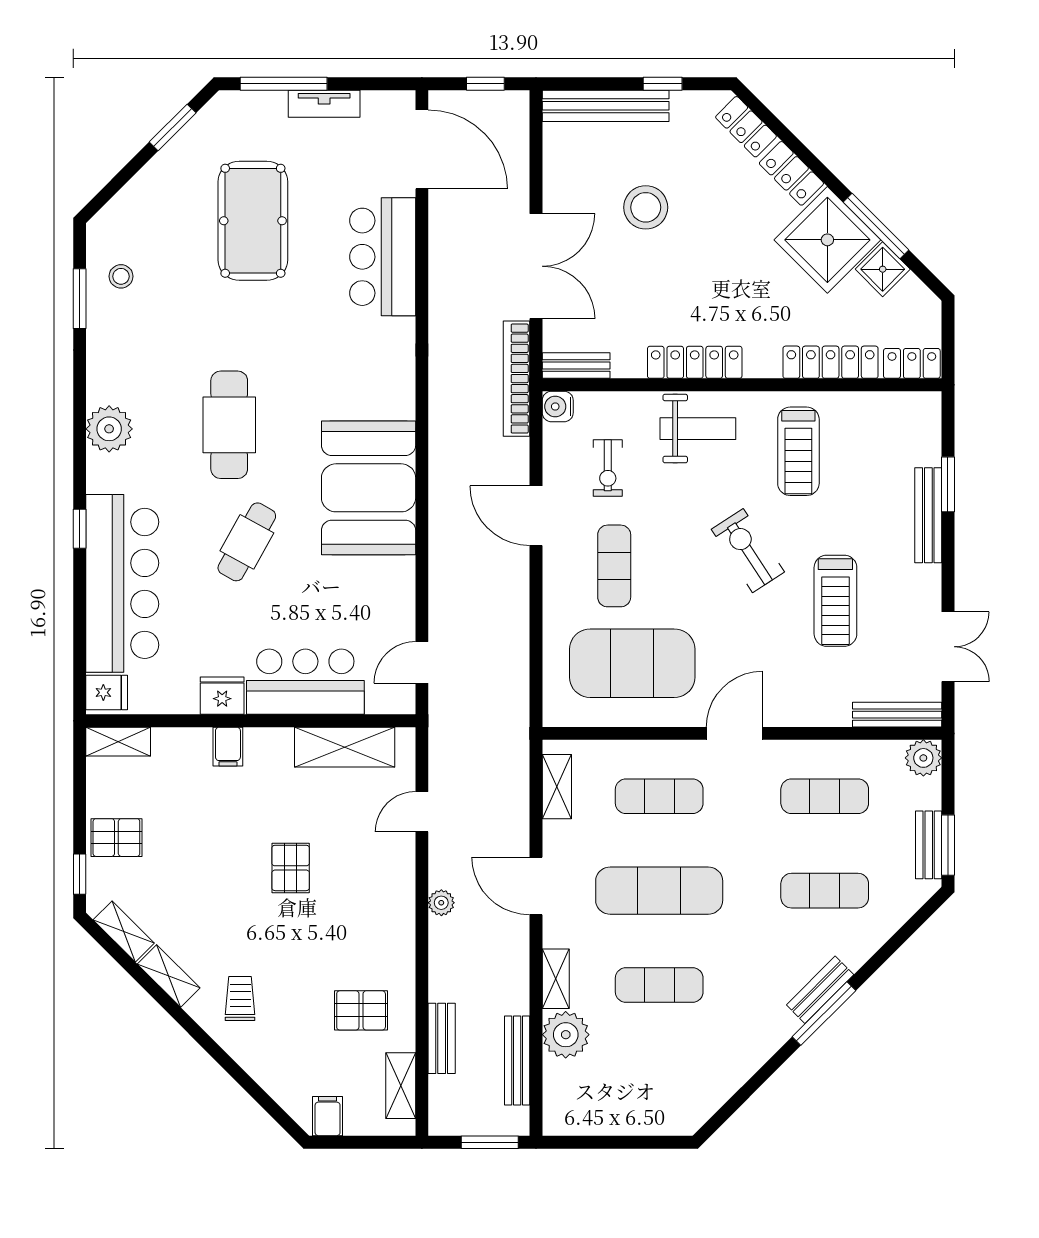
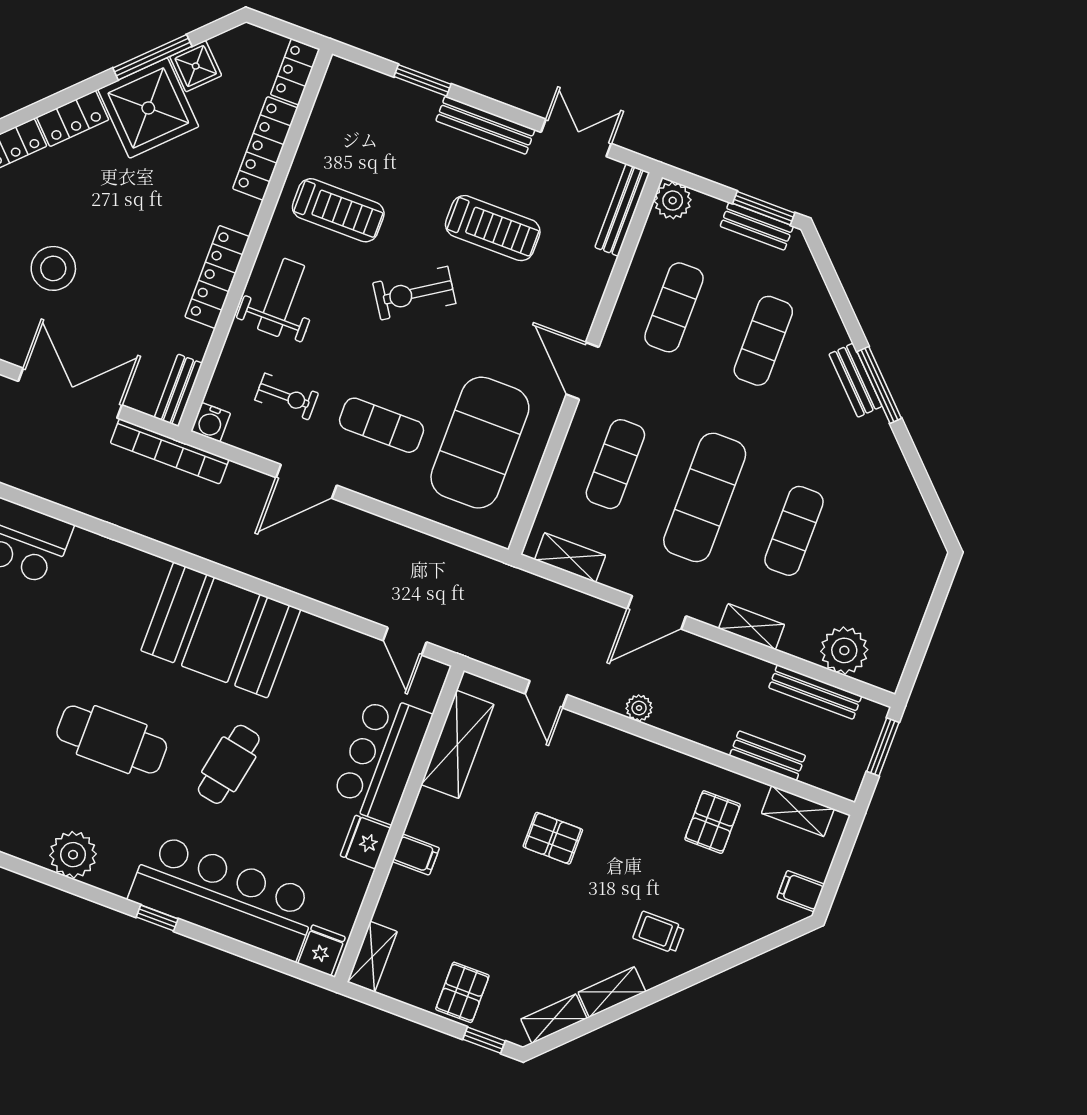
bench: (928, 515) -> (485, 125), moved
cafe table: (247, 542) -> (229, 764), turned 72
plant: (566, 1035) -> (844, 650), moved

